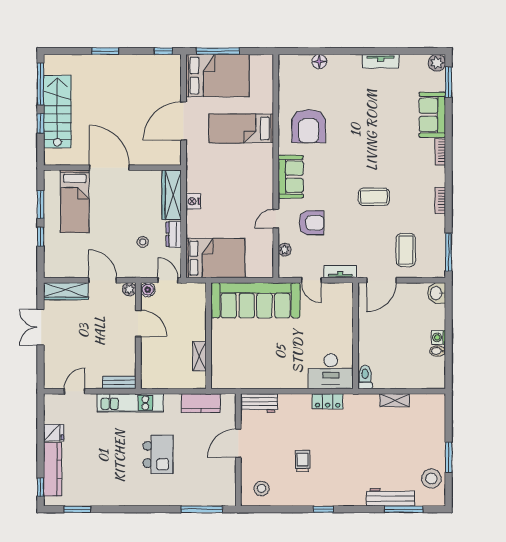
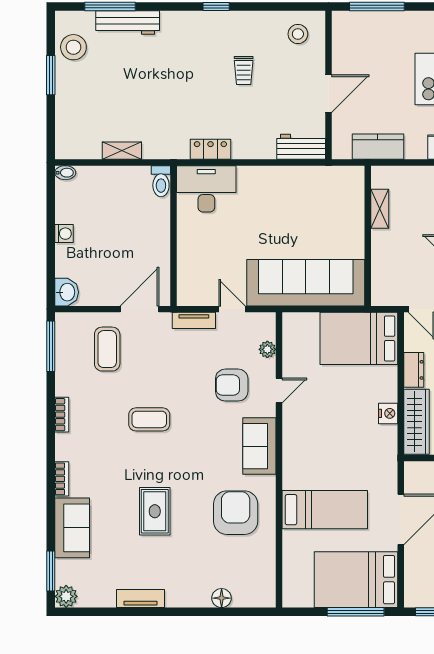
rug: (370, 127) -> (155, 511), added
bidet: (438, 351) -> (65, 173), moved

